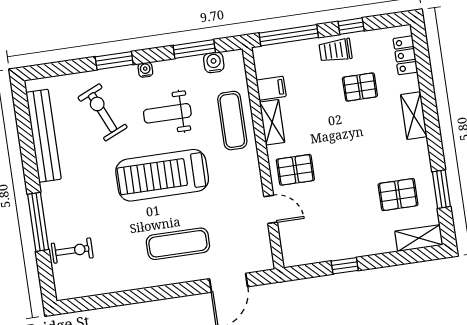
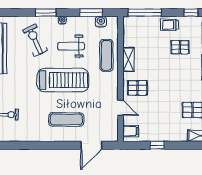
window: (351, 26) -> (191, 13), moved
filing cabinet: (271, 88) -> (131, 131), moved
treadmill: (162, 175) -> (63, 80), turned 180

